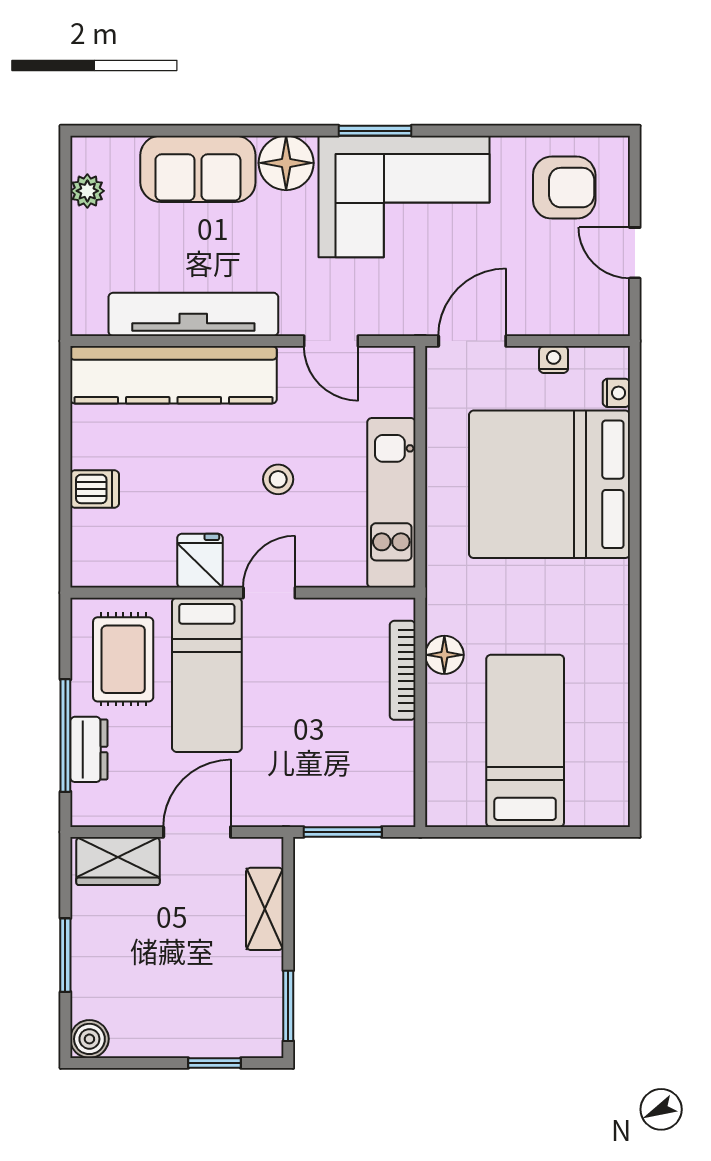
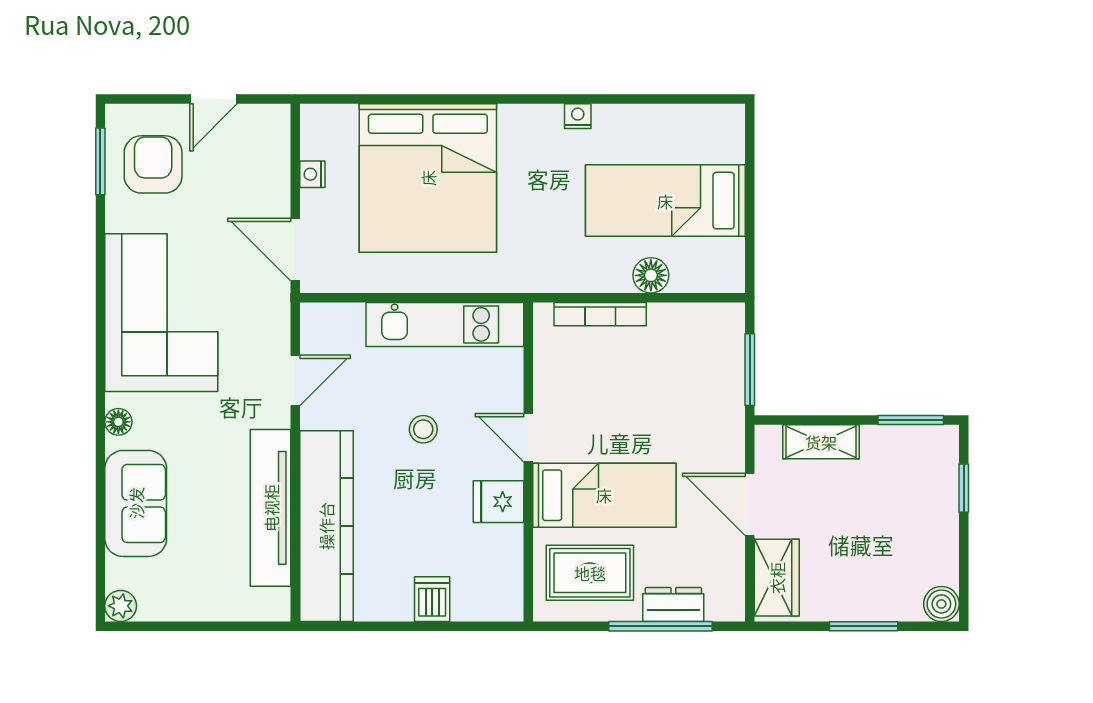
window: (375, 131) -> (100, 161), moved
floor lamp: (286, 163) -> (118, 422), width x0.53, depth x0.53
plant: (87, 191) -> (121, 606), moved
nightstand: (616, 393) -> (578, 116), moved
floor lamp: (444, 655) -> (651, 275), moved

